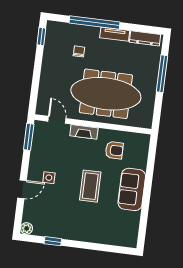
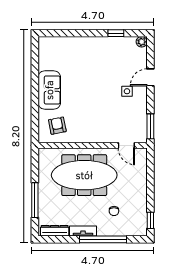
fireplace: (84, 132) -> (100, 137), removed
armchair: (114, 150) -> (57, 126), moved, turned 79
coffee table: (90, 186) -> (88, 88), removed

